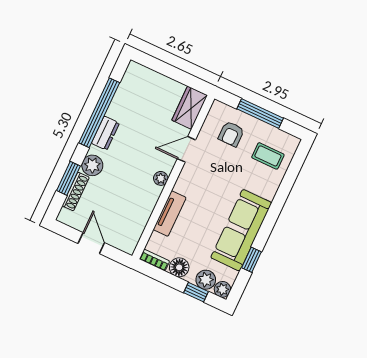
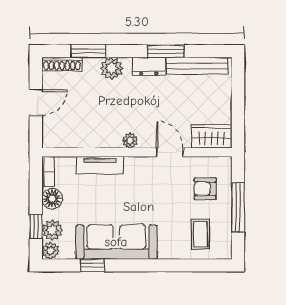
bench: (124, 92) -> (197, 66), added
window: (99, 113) -> (166, 51), width x0.47
shoe rack: (76, 192) -> (62, 64), moved

